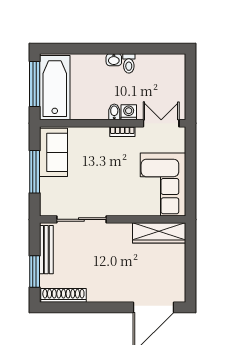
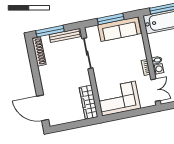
sofa: (53, 152) -> (119, 29), width x1.36
window: (35, 271) -> (50, 31), width x1.44

